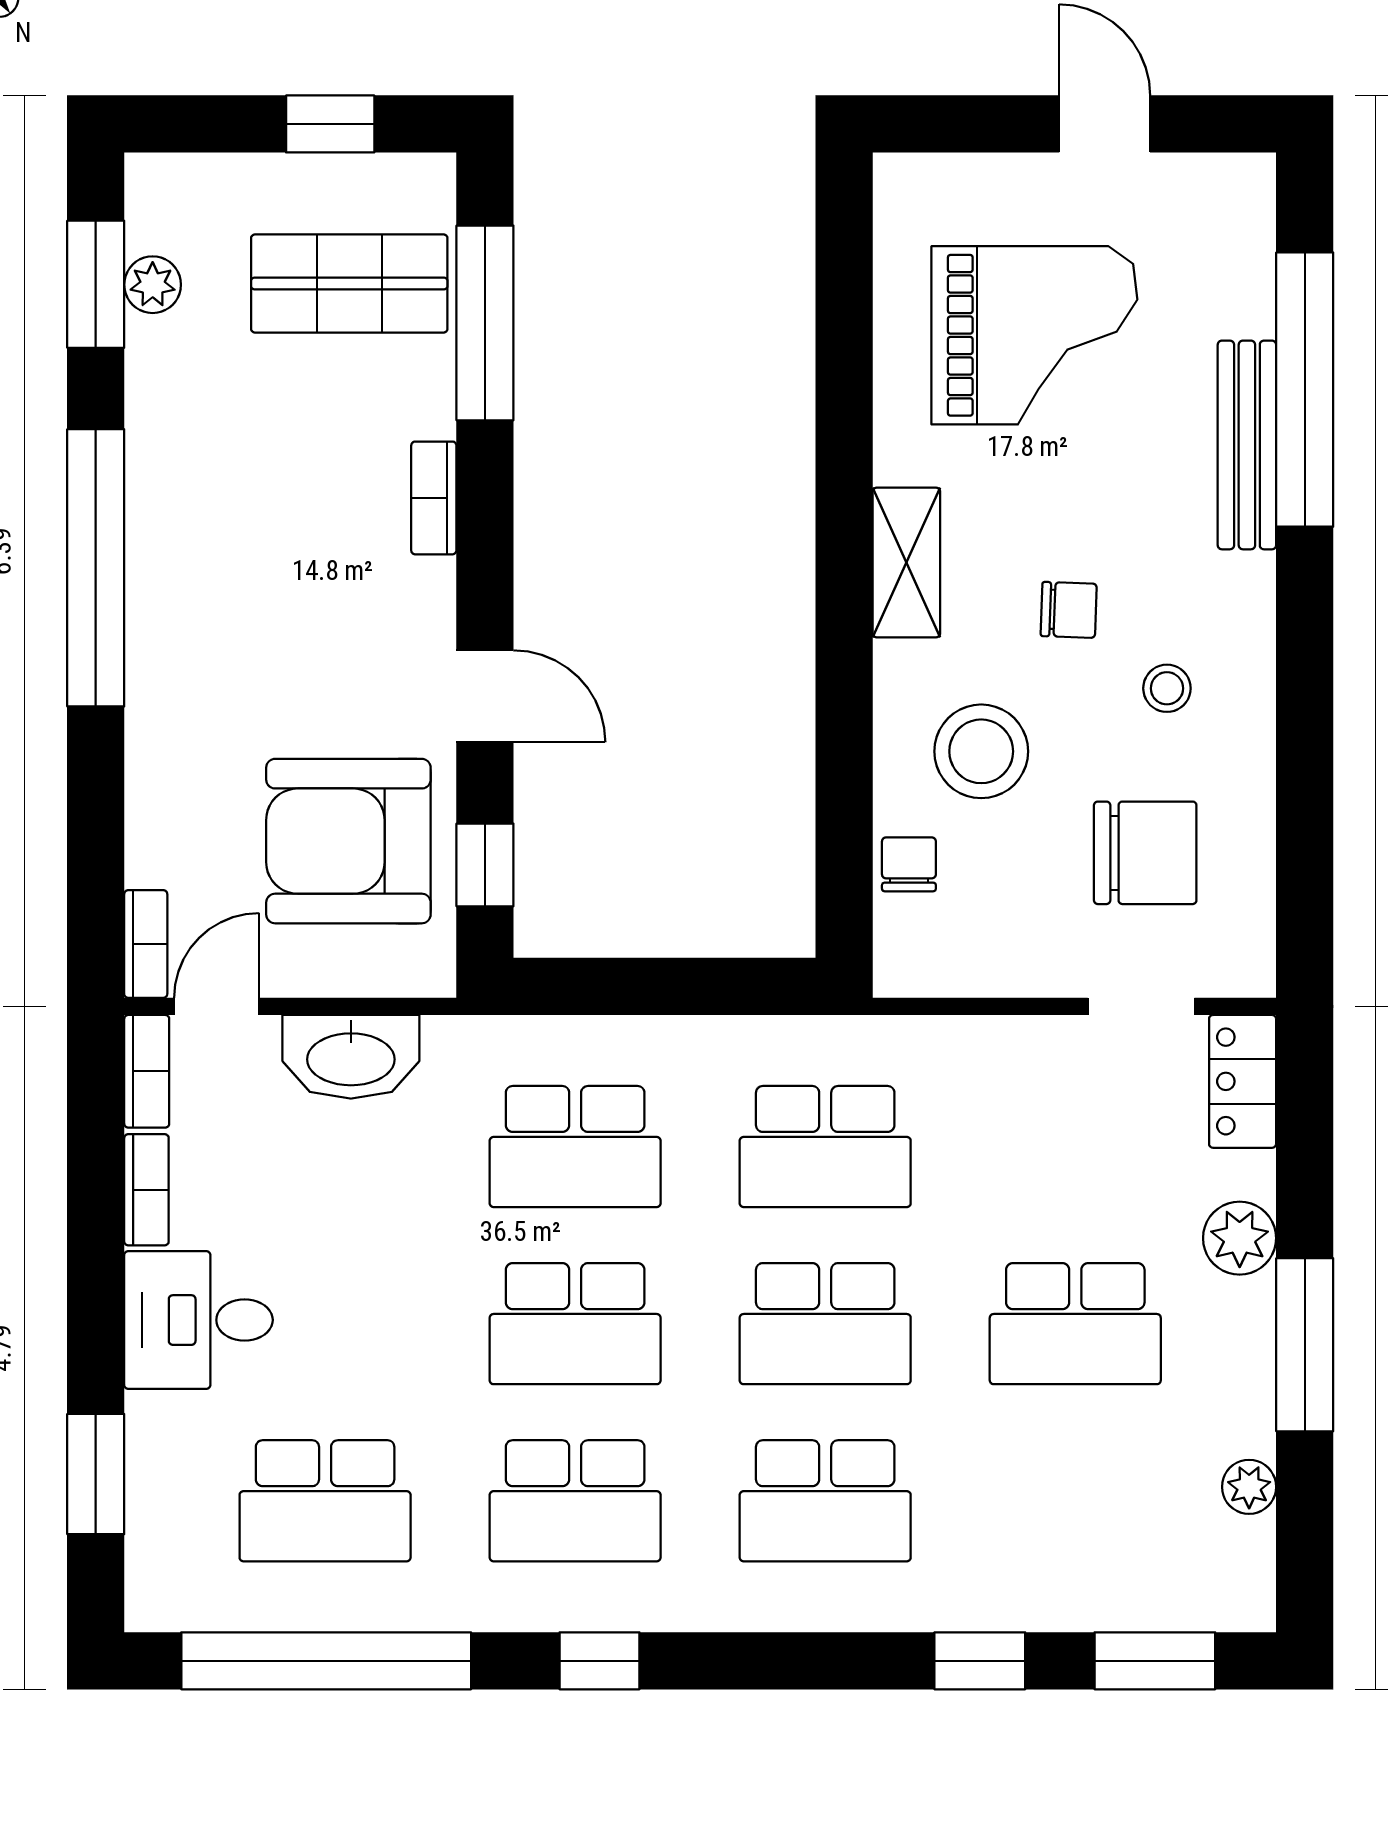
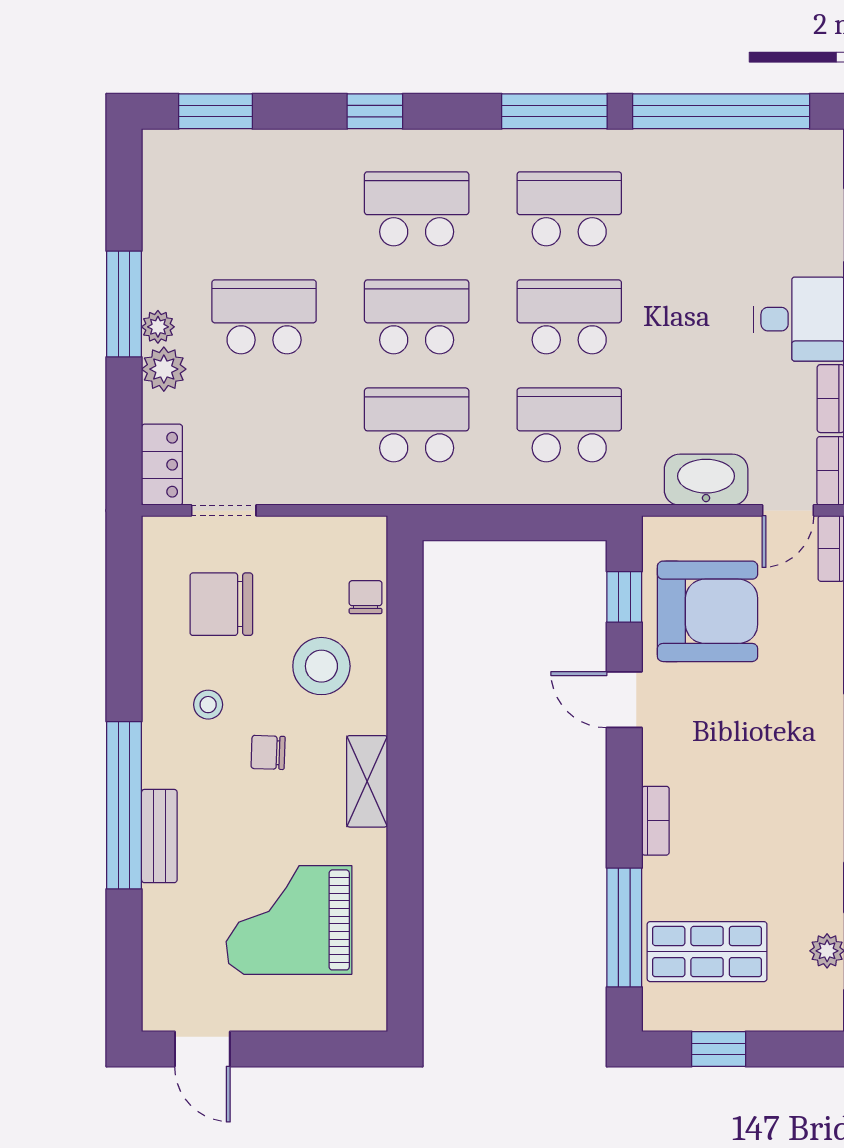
door: (1105, 124) -> (202, 1049), moved
window: (1305, 390) -> (124, 805), moved
bench: (1247, 445) -> (159, 836), width x0.73
chair: (909, 864) -> (366, 597), turned 180
plant: (1249, 1487) -> (158, 327), moved
school desk: (325, 1501) -> (722, 209), removed
window: (599, 1661) -> (554, 111), width x2.17
window: (980, 1661) -> (375, 111), moved

